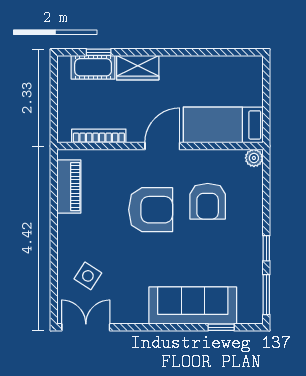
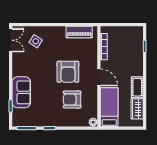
cot: (93, 67) -> (137, 87), moved
wardrobe: (138, 68) -> (137, 109), moved
sofa: (193, 306) -> (21, 92), width x0.73

